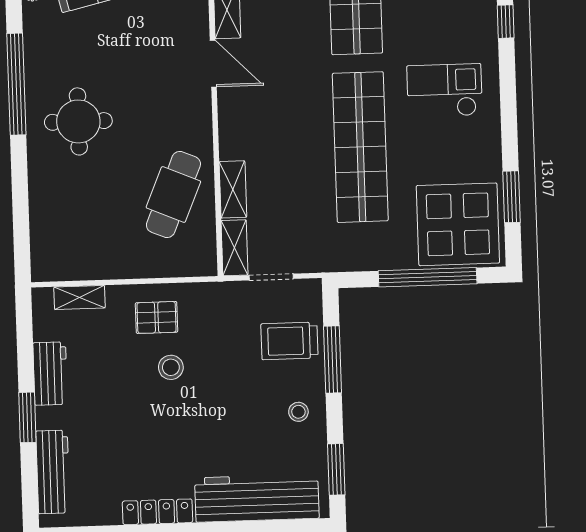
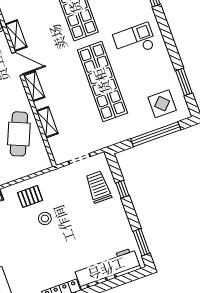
display table: (458, 224) -> (162, 104), width x0.54, depth x0.54
shelving: (235, 248) -> (34, 86), moved
trolley: (289, 341) -> (98, 187), turned 90
window: (333, 359) -> (122, 189), width x0.46
stool: (298, 412) -> (114, 220), removed

